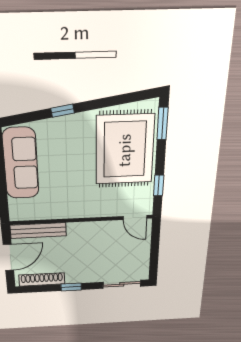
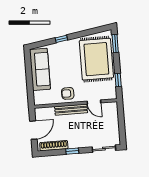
armchair: (69, 204) -> (68, 93), added
door: (135, 217) -> (94, 102), moved
bench: (38, 231) -> (71, 110), moved

